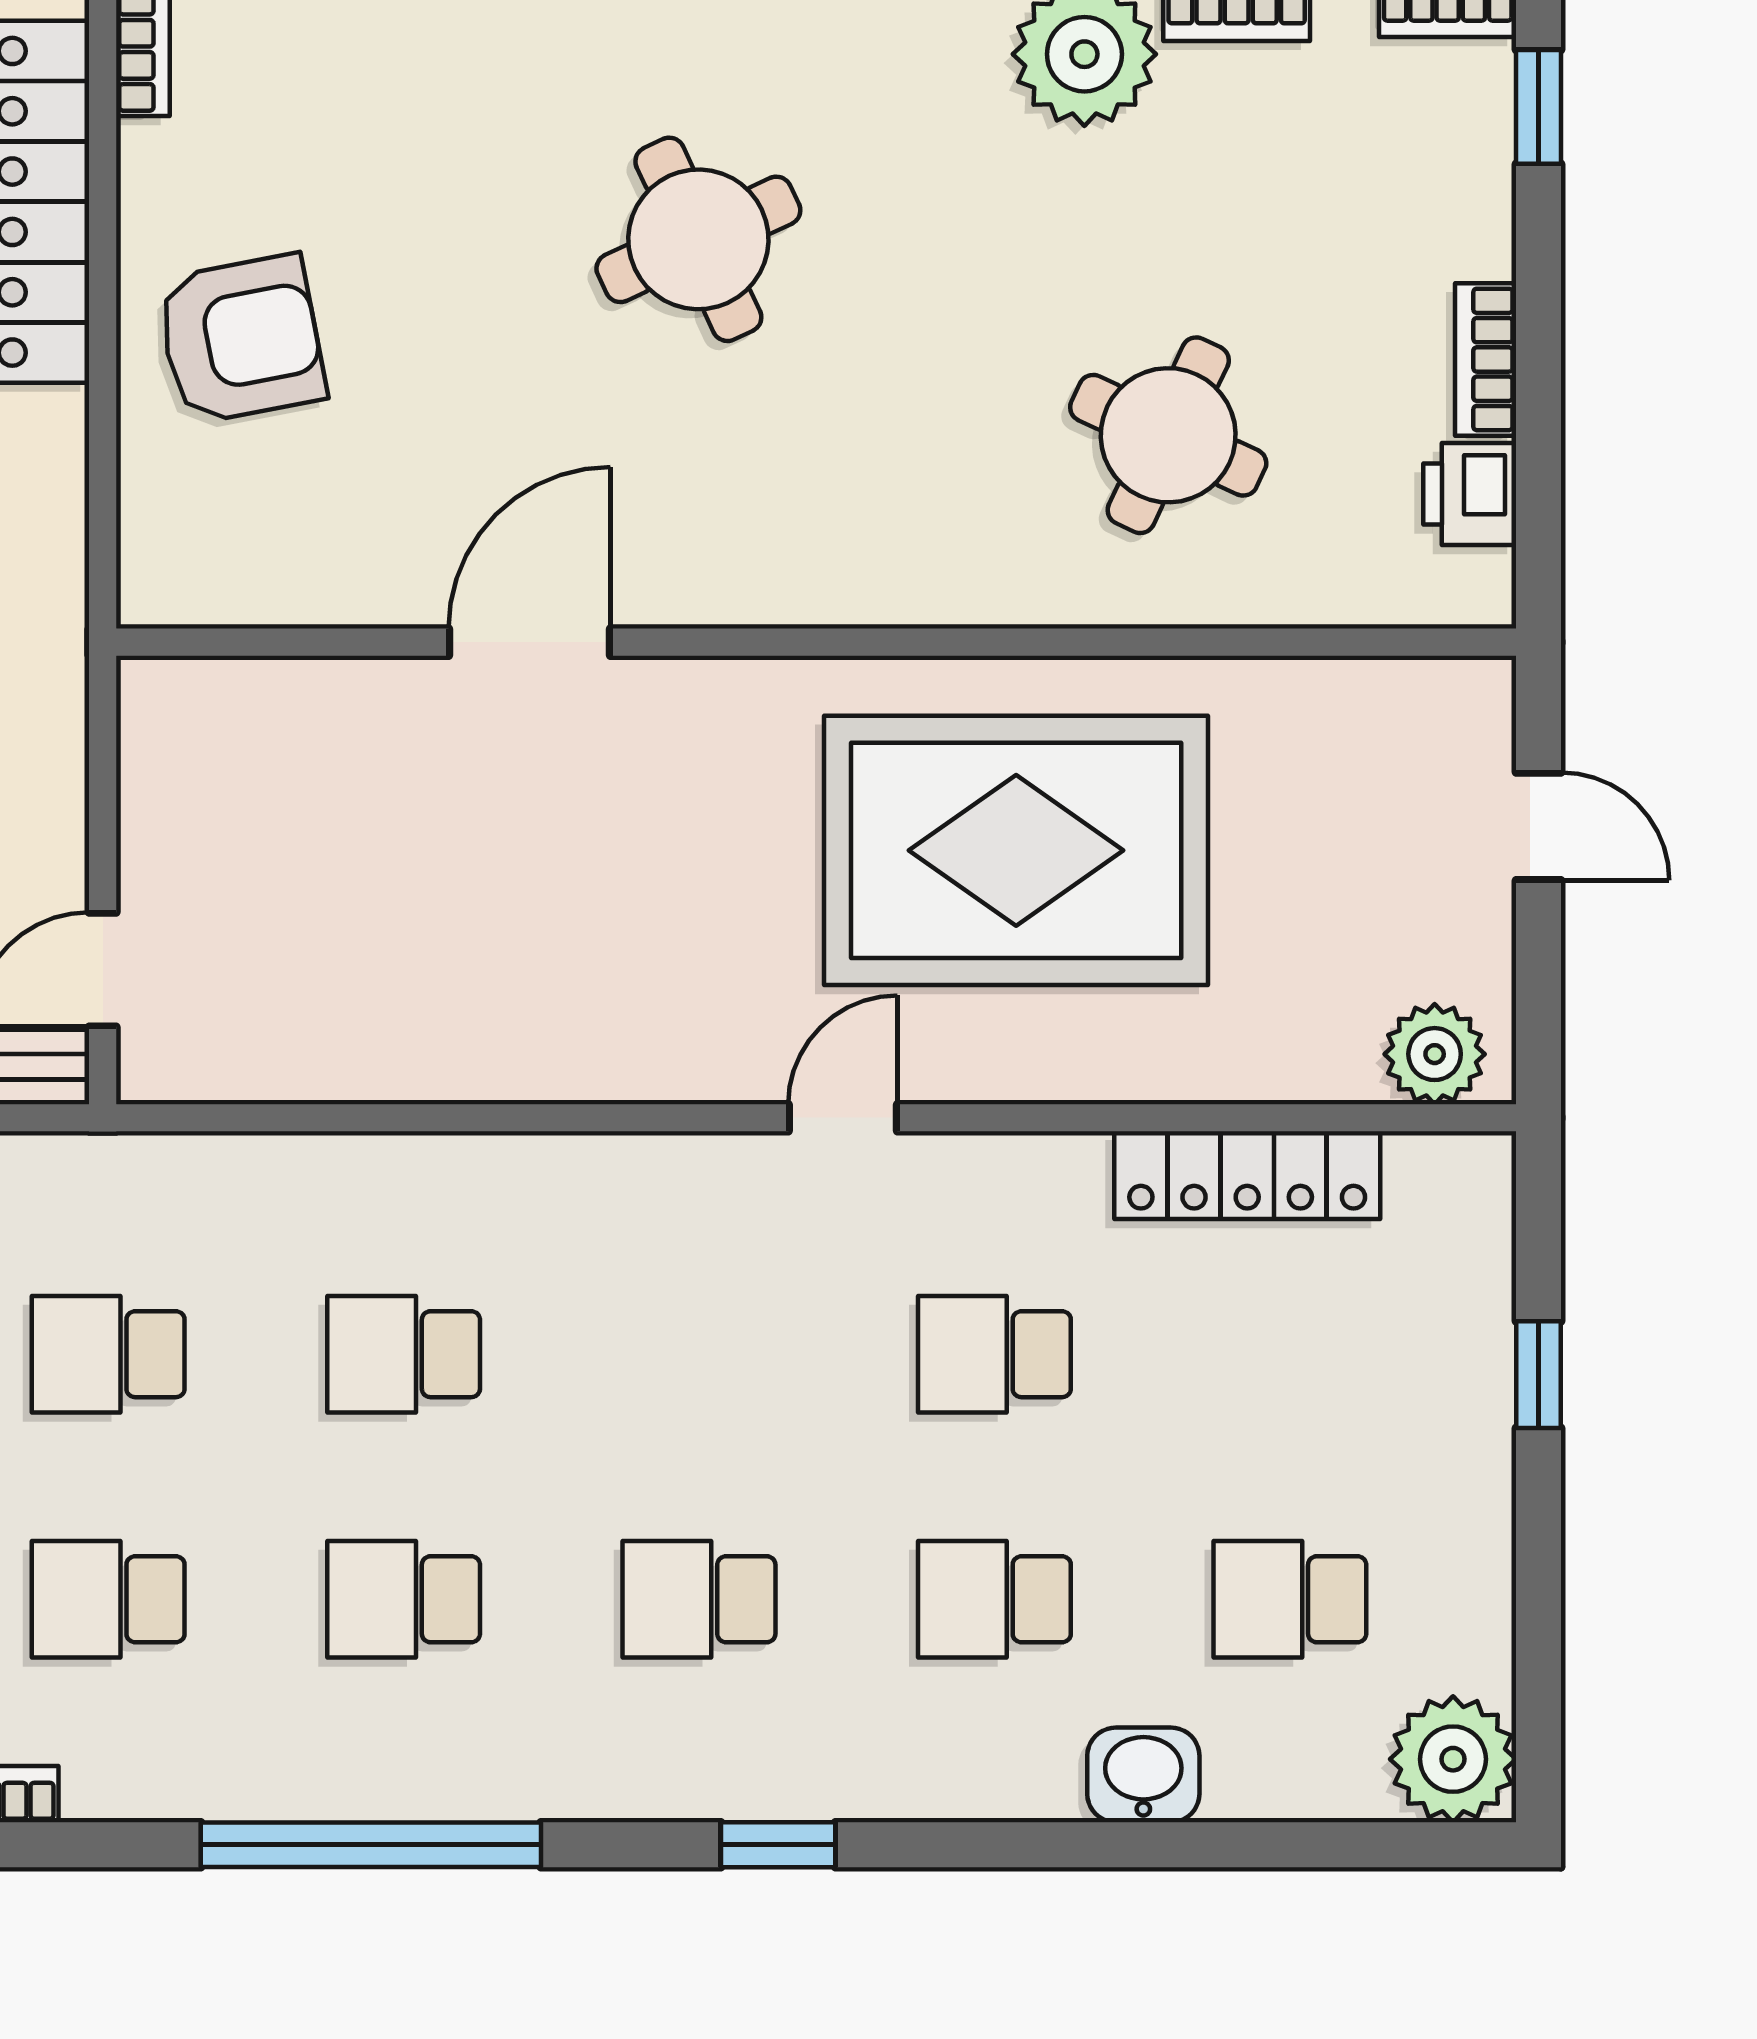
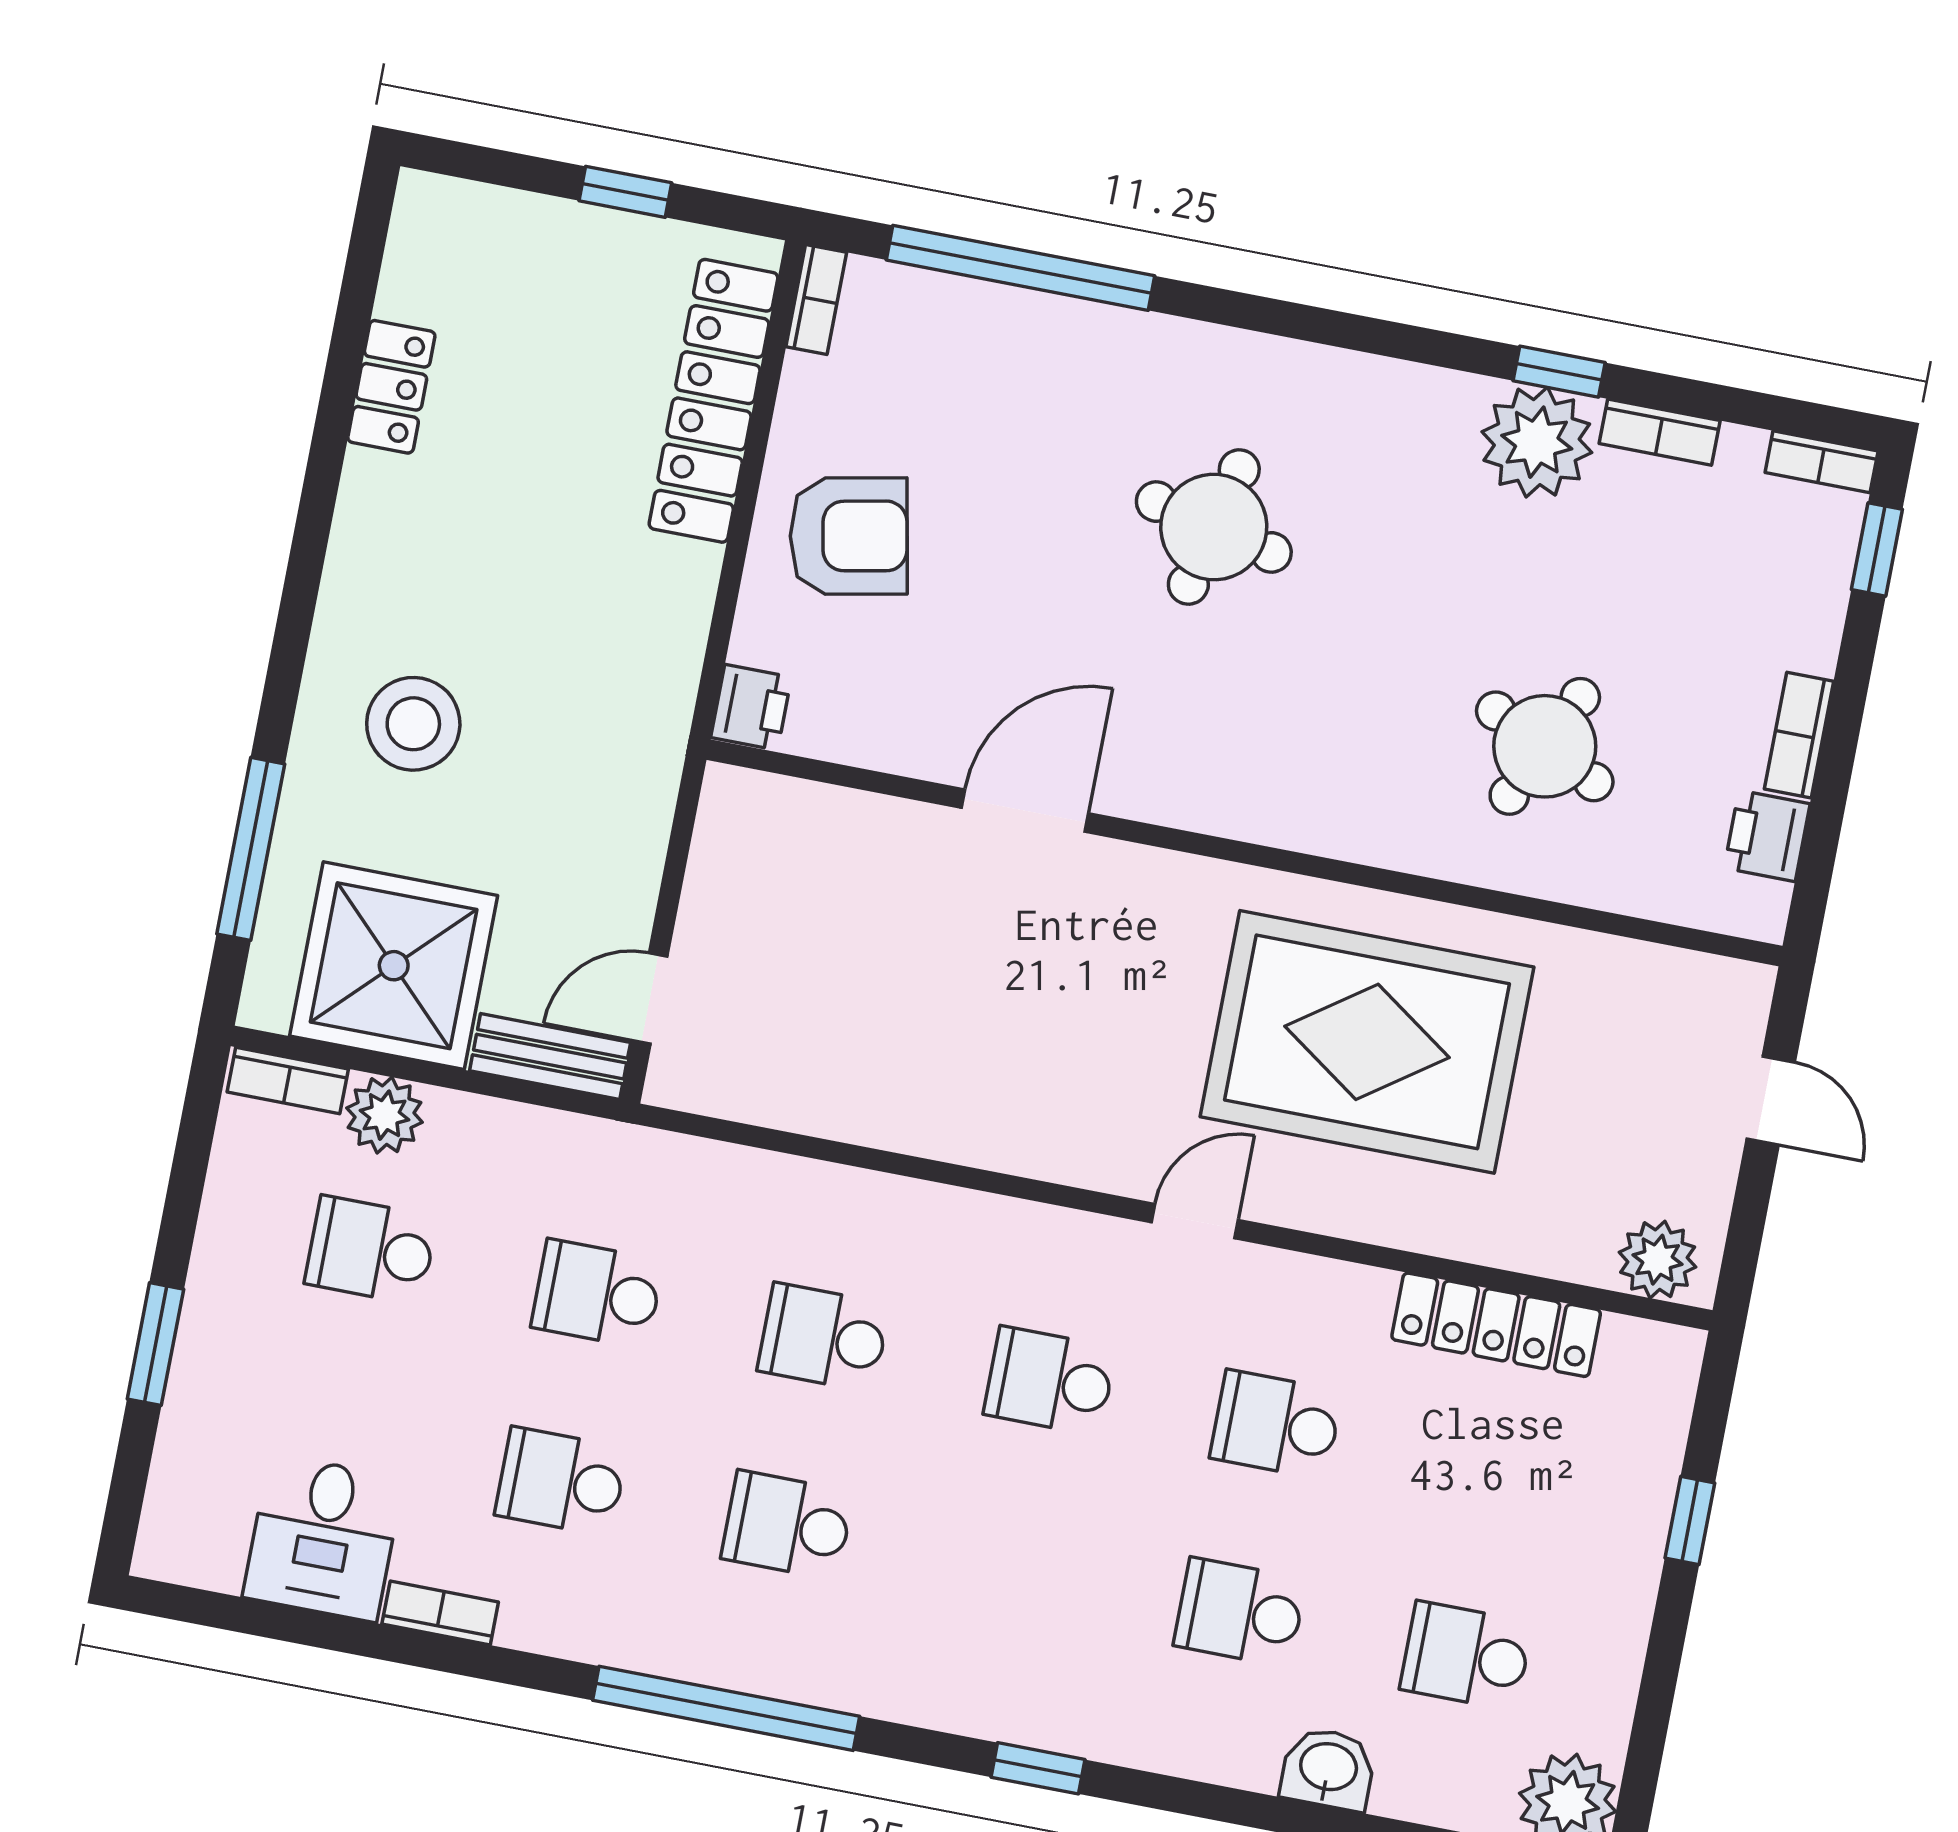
round table: (698, 239) -> (1214, 527), turned 38
printer: (160, 578) -> (751, 707), added
school desk: (699, 1599) -> (1050, 1381), moved

